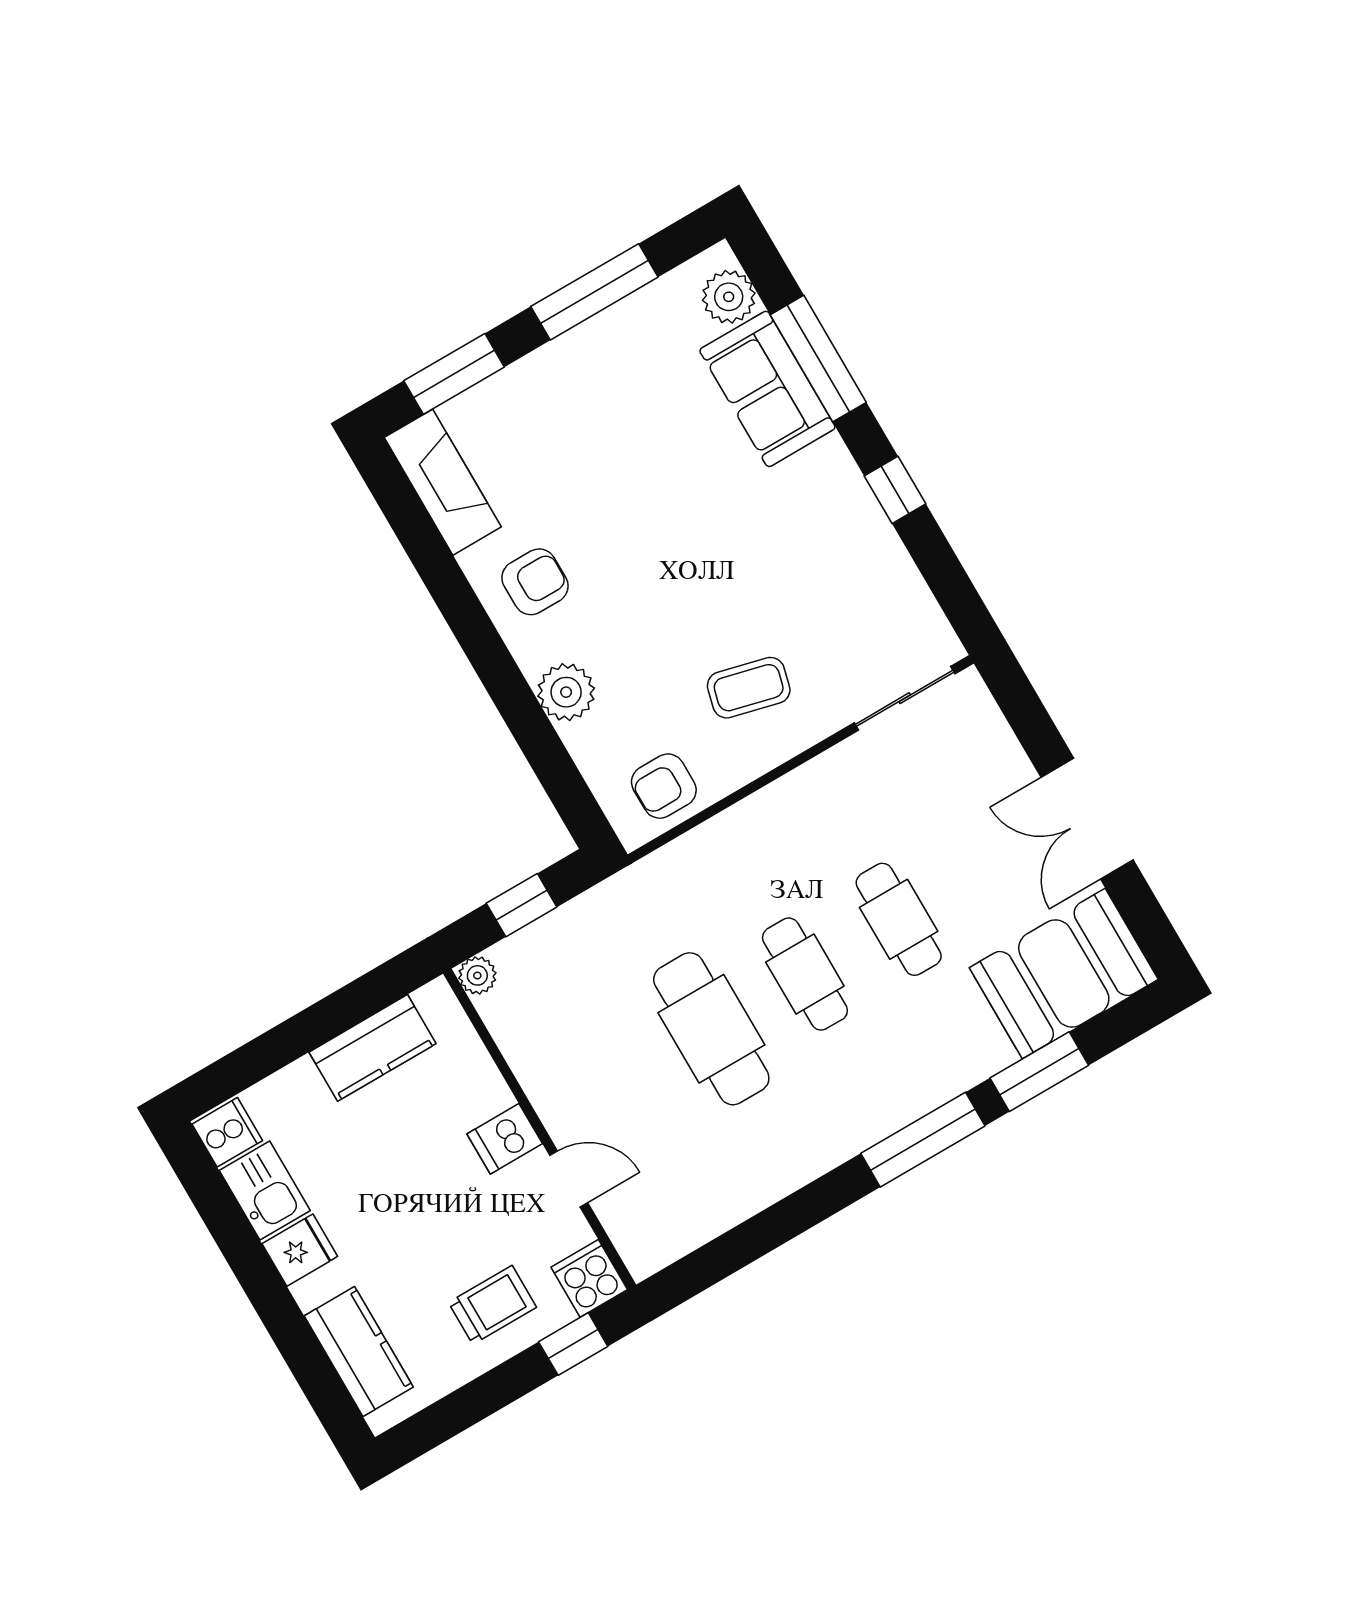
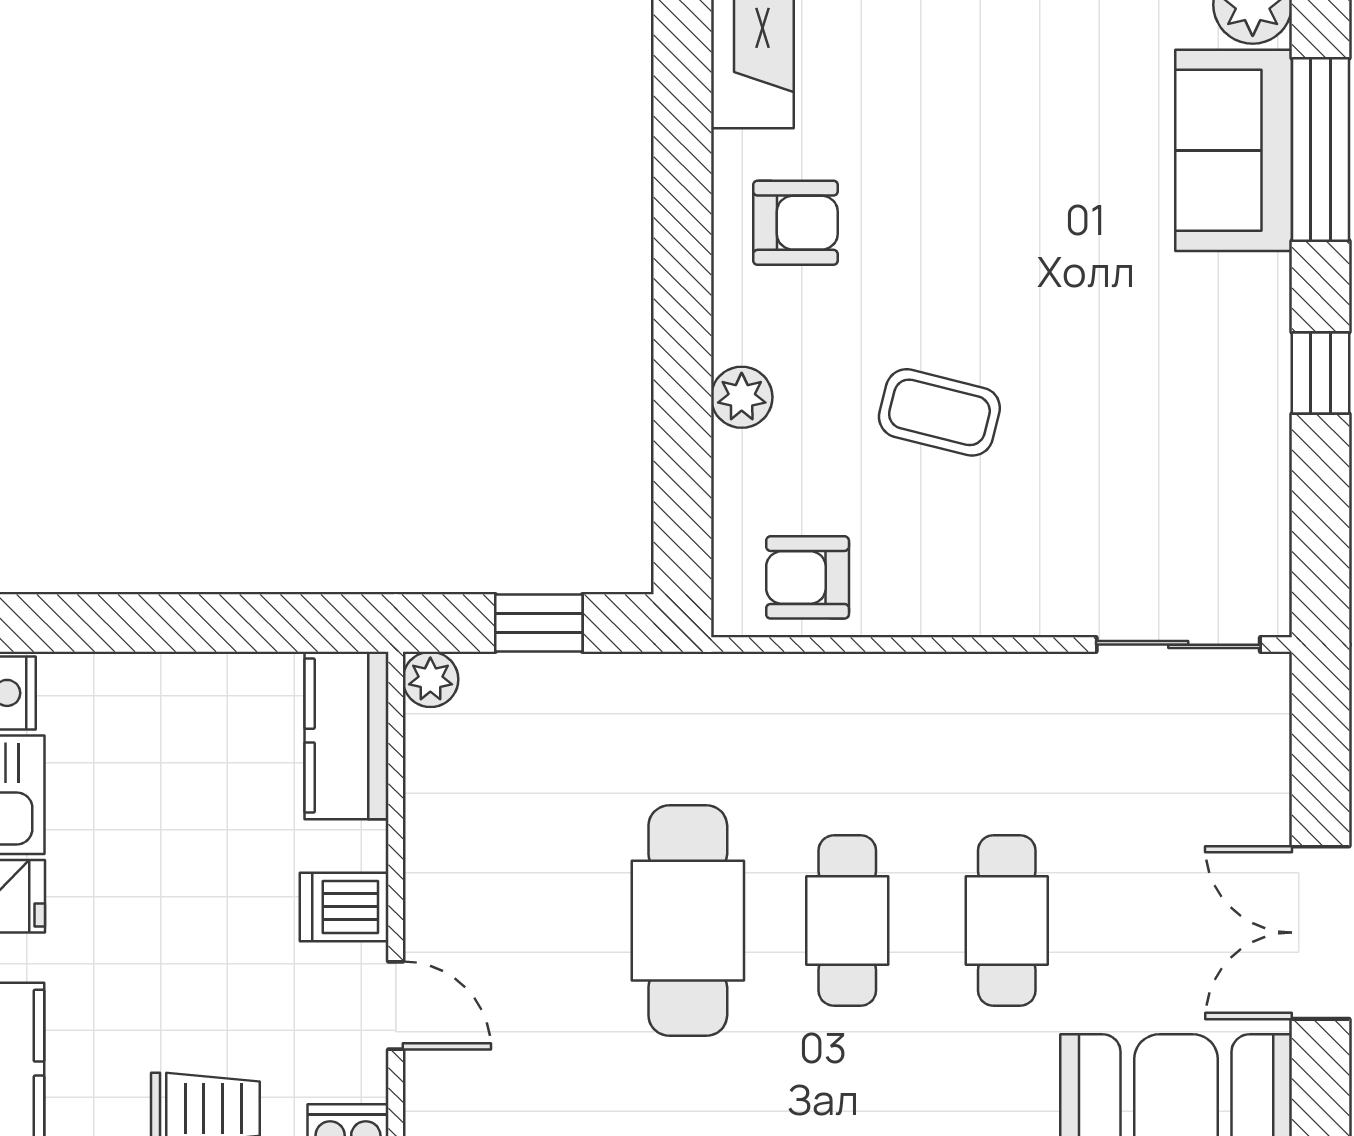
coffee table: (749, 688) -> (939, 412), moved
plant: (566, 692) -> (742, 397), width x0.73, depth x0.73
kitchen counter: (373, 1048) -> (346, 736), moved, turned 90

